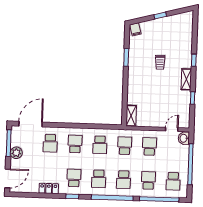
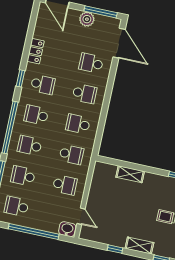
shelving: (131, 116) -> (130, 174), moved
school desk: (148, 180) -> (23, 176), turned 180

